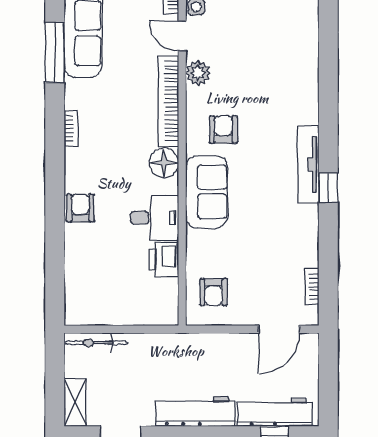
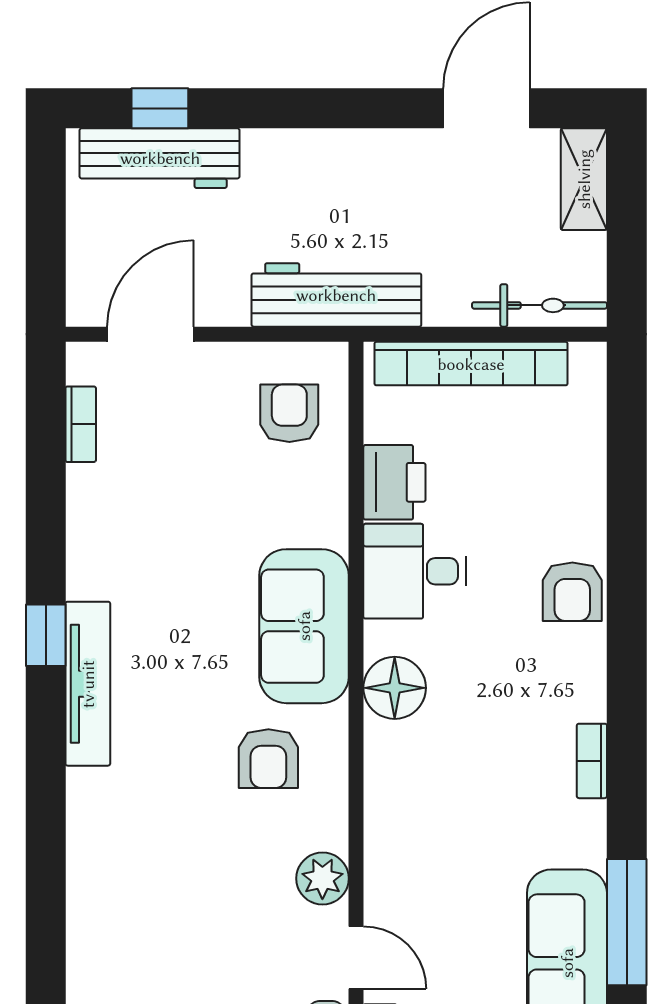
bookcase: (168, 101) -> (471, 364), moved, turned 90
workbench: (195, 411) -> (336, 295), moved, turned 180

